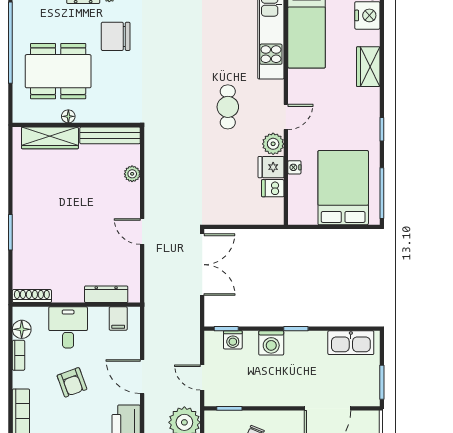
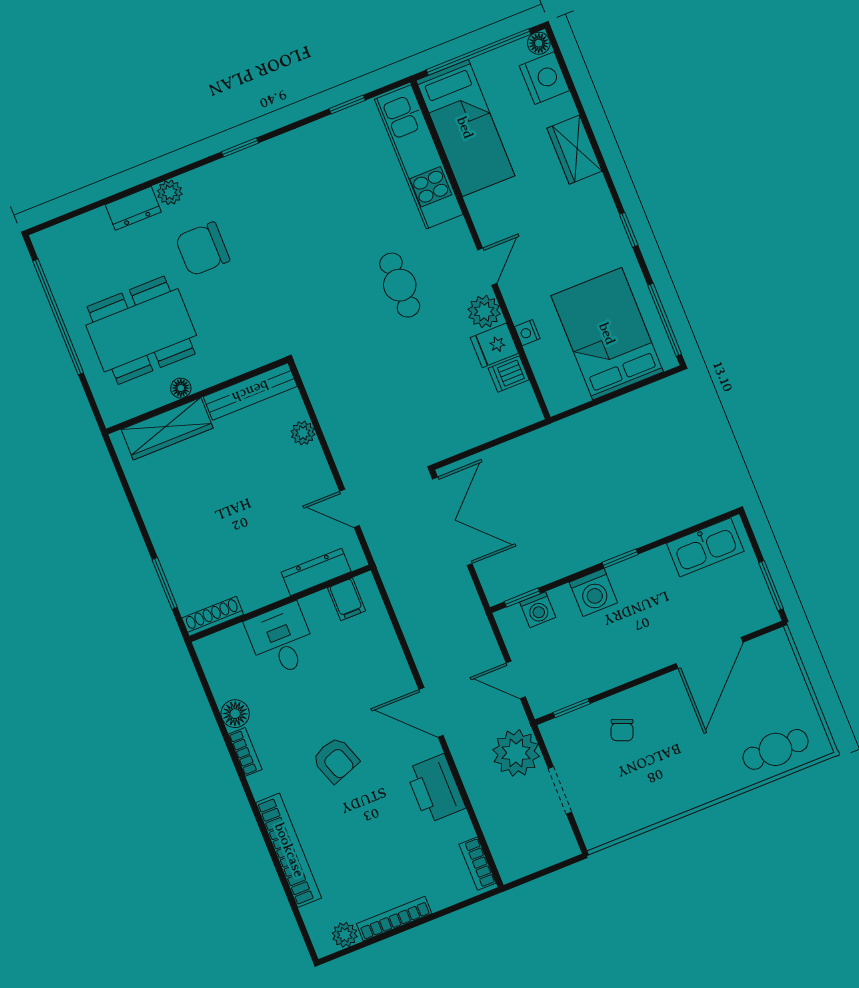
dresser: (106, 294) -> (316, 572), moved
shoe rack: (32, 296) -> (213, 616), moved
wall: (76, 305) -> (280, 603), moved
filing cabinet: (118, 318) -> (347, 599), moved
desk: (68, 327) -> (281, 640), moved

